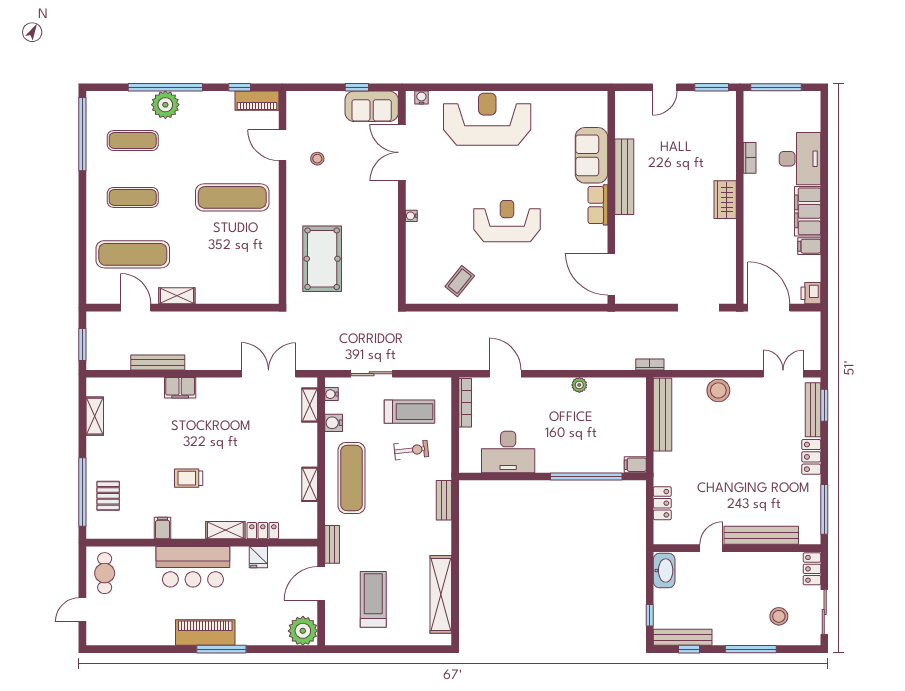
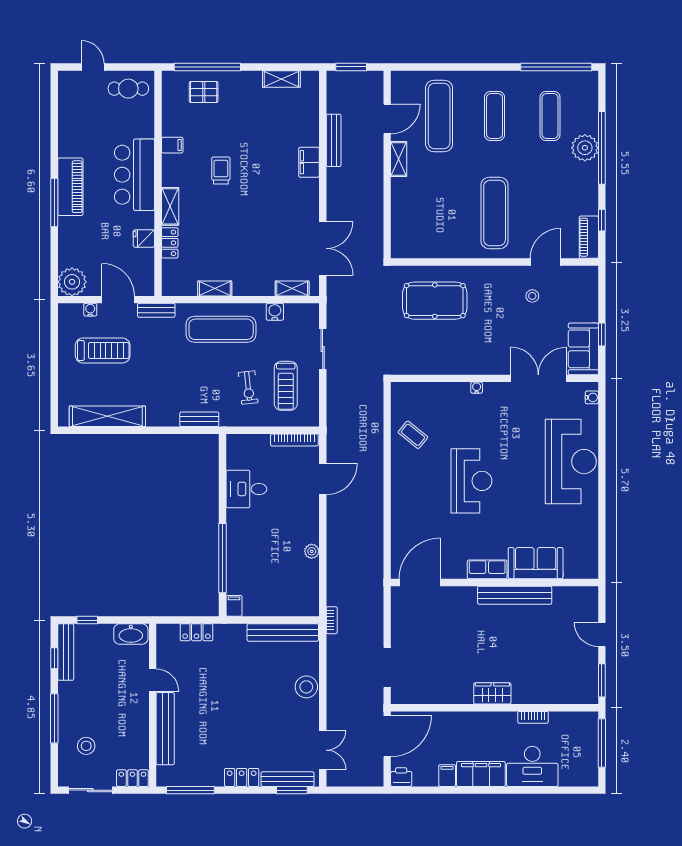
water cooler: (331, 394) -> (90, 310), moved
desk: (508, 452) -> (246, 489), width x0.73

